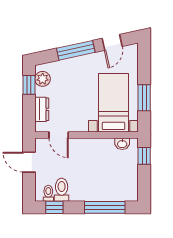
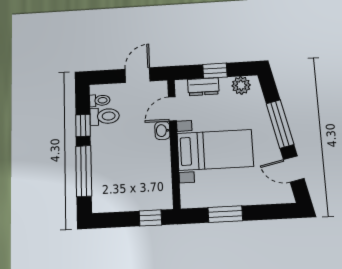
window: (29, 85) -> (215, 71), moved
bed with nightstands: (113, 103) -> (215, 150), moved
washbasin: (122, 144) -> (162, 131), moved
window: (54, 207) -> (83, 125), moved

